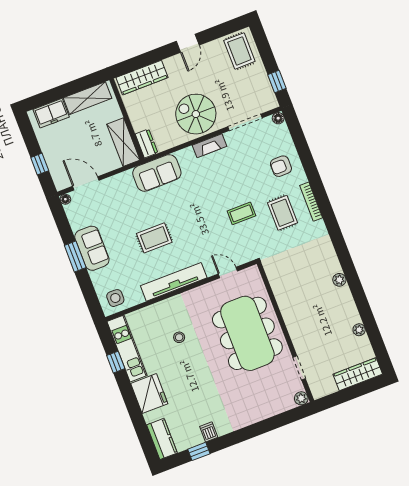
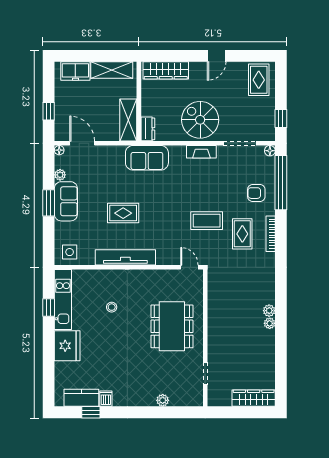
window: (302, 146) -> (281, 183), added
coffee table: (241, 213) -> (207, 221), width x1.36, depth x1.30
plant: (76, 224) -> (60, 175), added
door: (228, 272) -> (189, 267), moved
plant: (359, 330) -> (270, 323), moved
dining table: (247, 333) -> (172, 326), width x0.73, depth x0.80
plant: (301, 398) -> (163, 400), moved
kitchen counter: (162, 439) -> (81, 398), moved, turned -90

